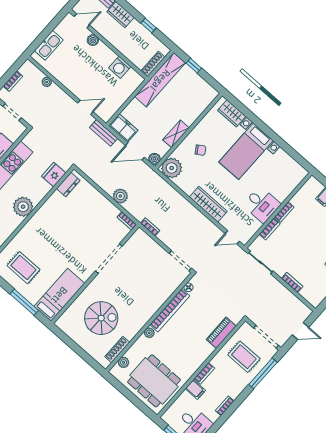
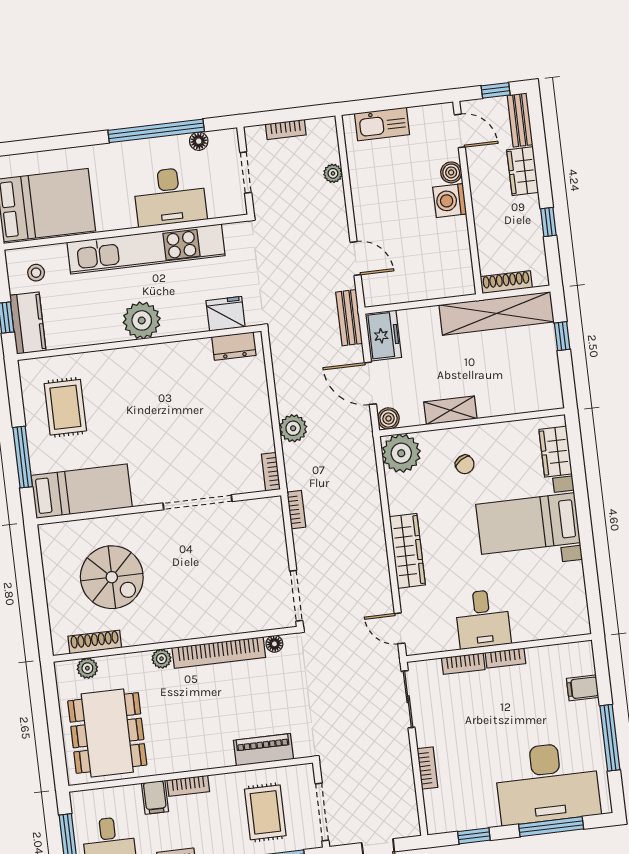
washing machine: (120, 67) -> (450, 201), moved

